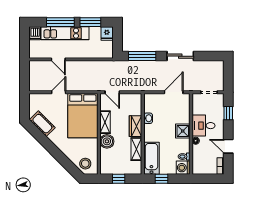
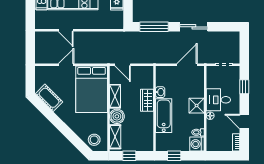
shelving: (136, 149) -> (115, 137), moved
bathtub: (151, 158) -> (164, 116), moved

